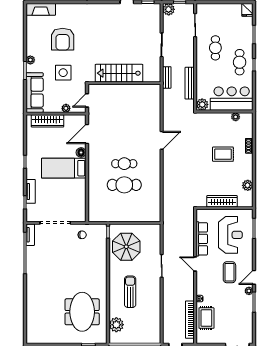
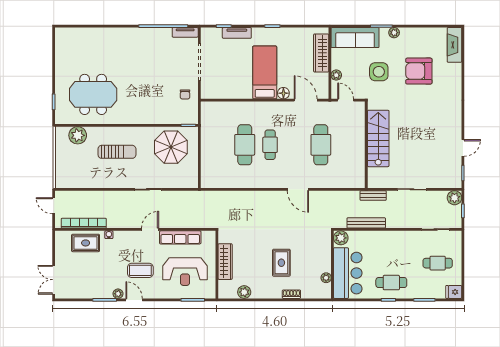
cafe table: (215, 48) -> (438, 263), moved
cafe table: (124, 121) -> (321, 145), added

